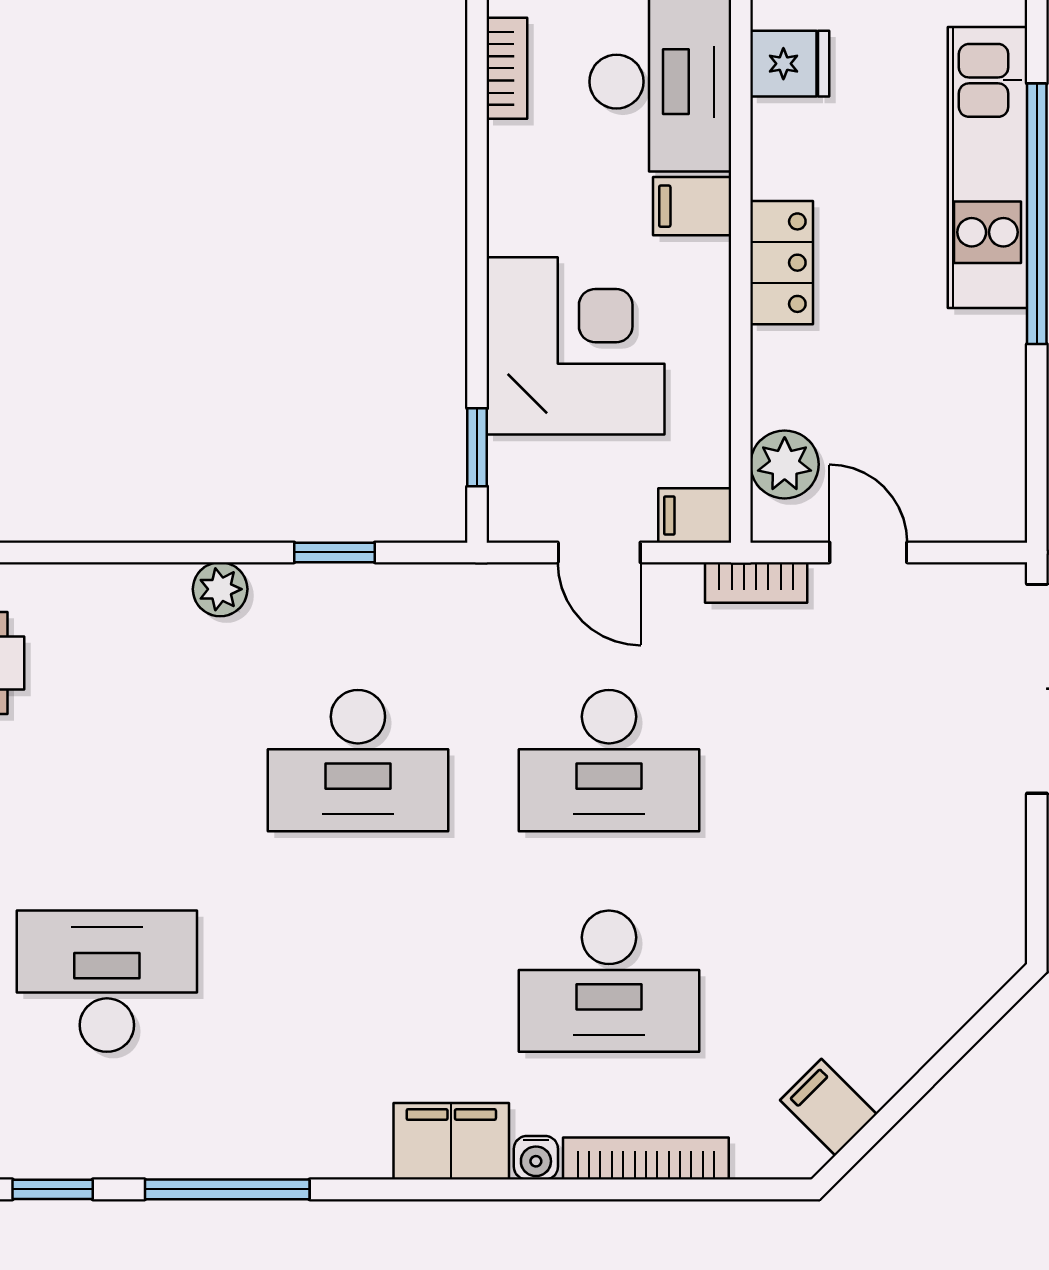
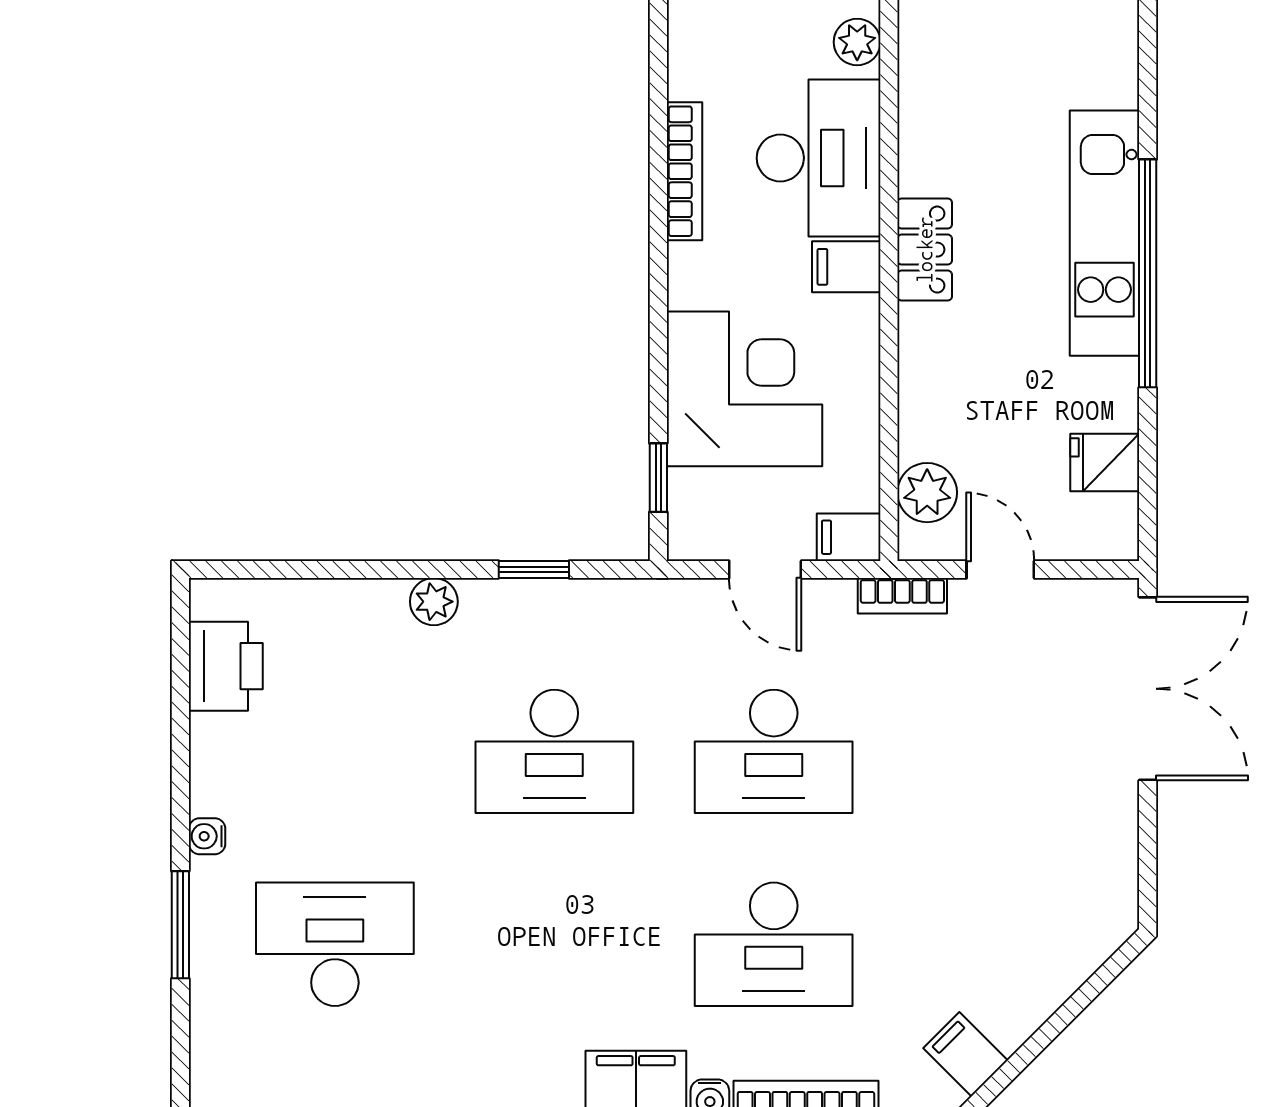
fridge: (790, 64) -> (1105, 462), moved, turned 180
bookcase: (507, 68) -> (685, 171), width x1.56
locker: (782, 263) -> (925, 250), moved

